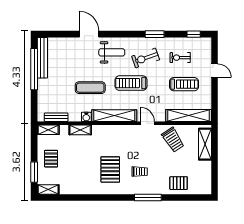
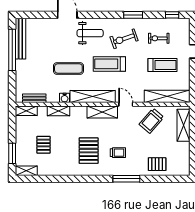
shelving: (124, 131) -> (102, 112), added
trolley: (173, 140) -> (152, 121), turned 74
pallet: (51, 159) -> (44, 145), moved

